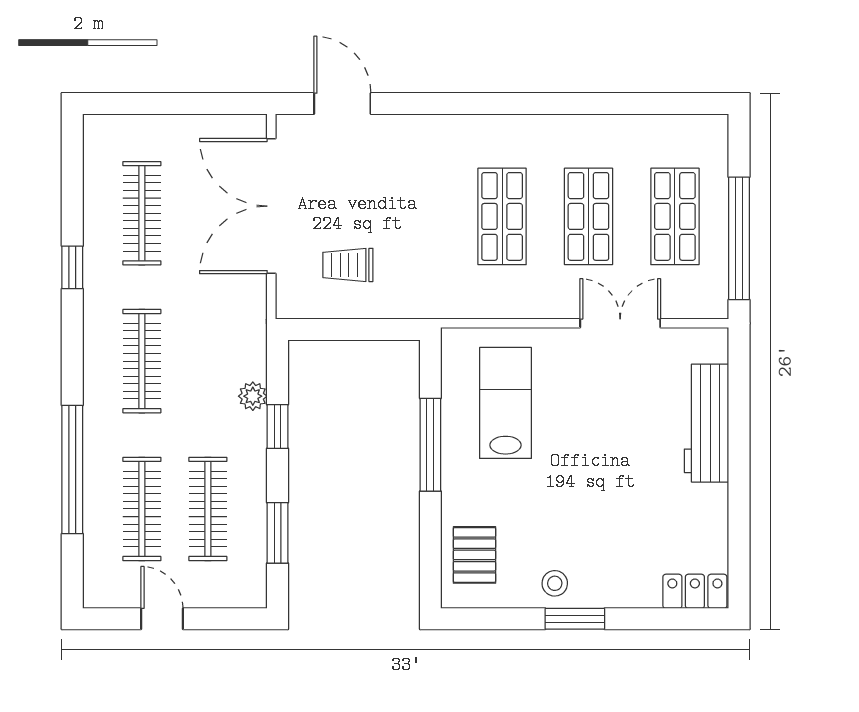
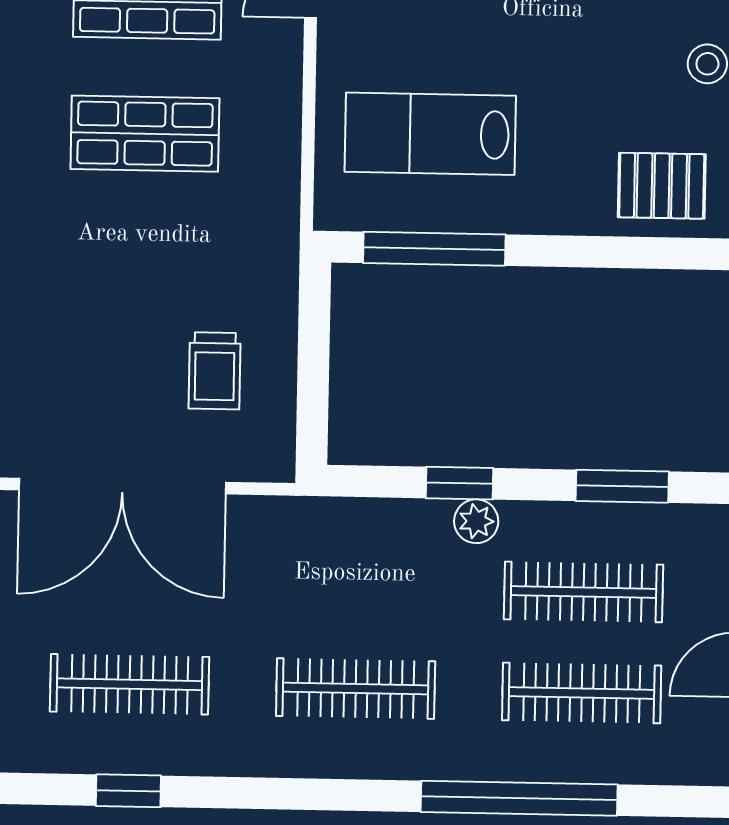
window: (72, 267) -> (128, 791), moved
plant: (253, 396) -> (476, 521), moved
window: (430, 445) -> (434, 249), moved

